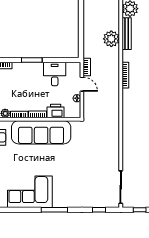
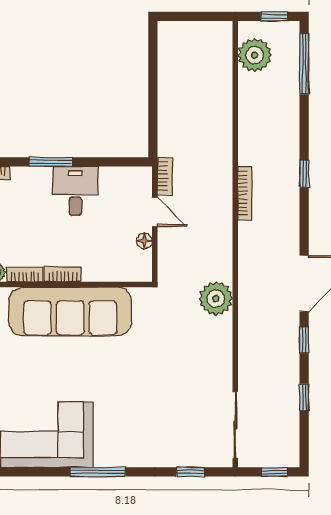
bench: (127, 34) -> (247, 107), removed
plant: (111, 39) -> (216, 299), moved
desk: (55, 74) -> (75, 191), moved
printer: (56, 111) -> (100, 267), removed

